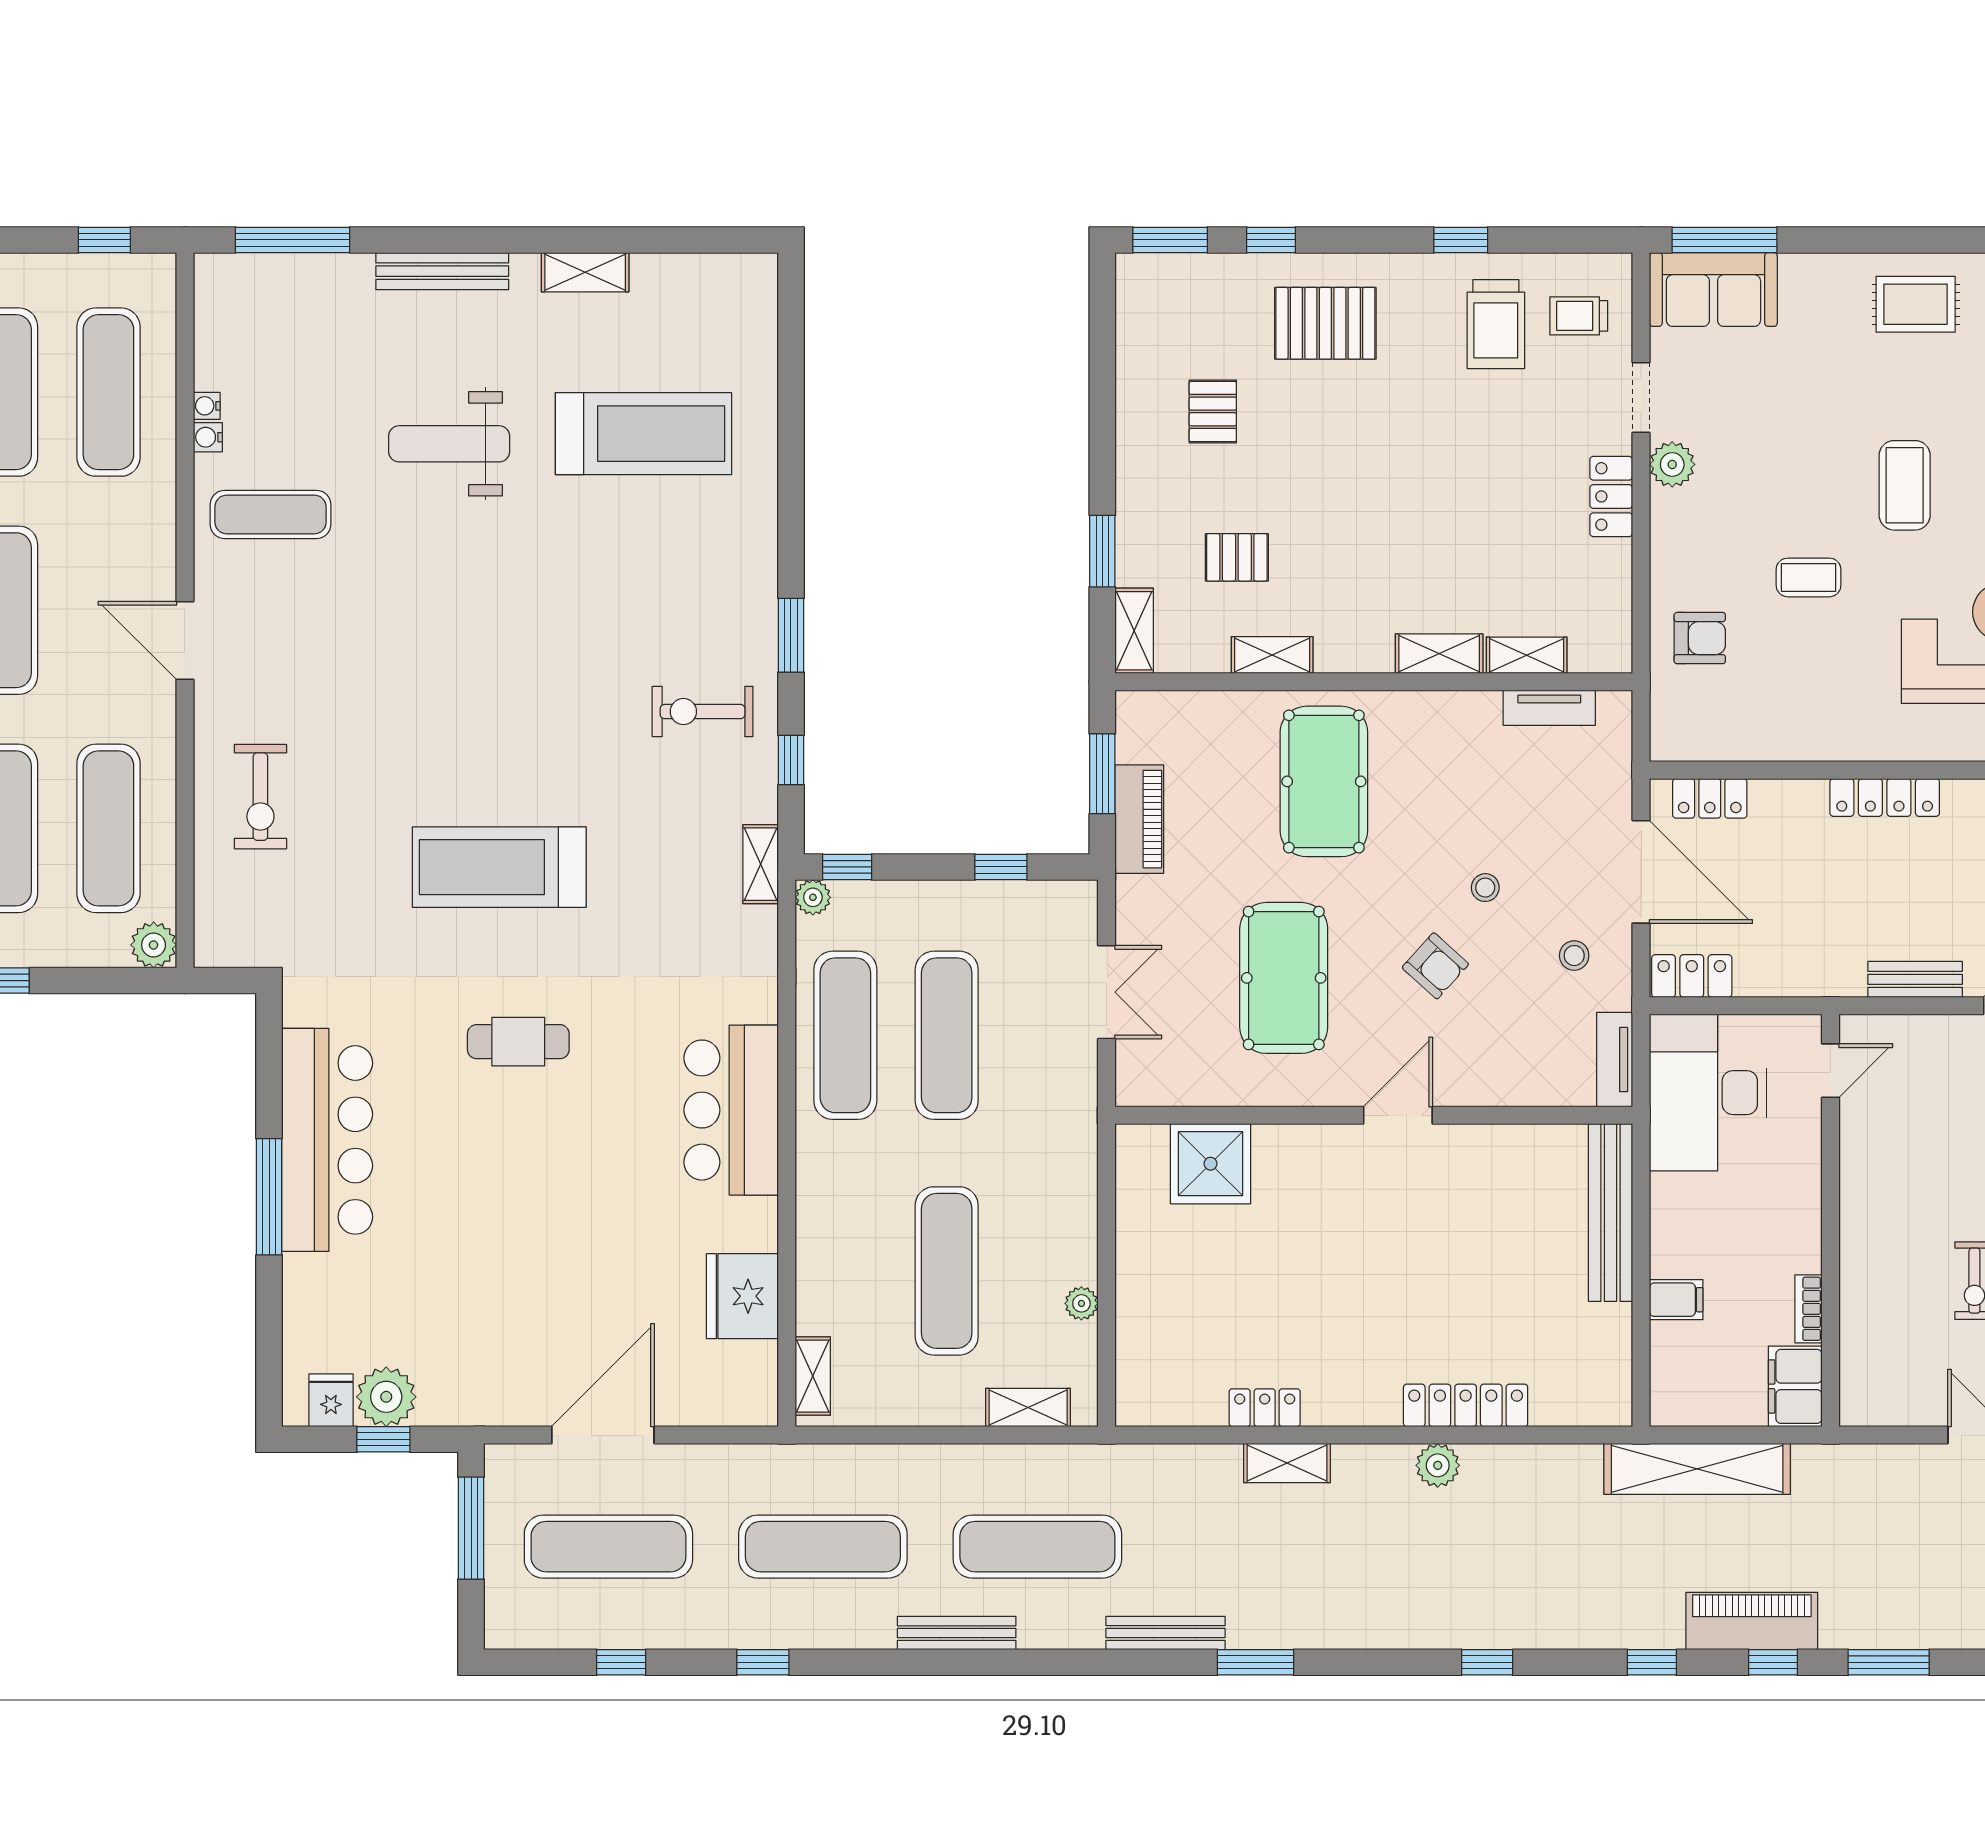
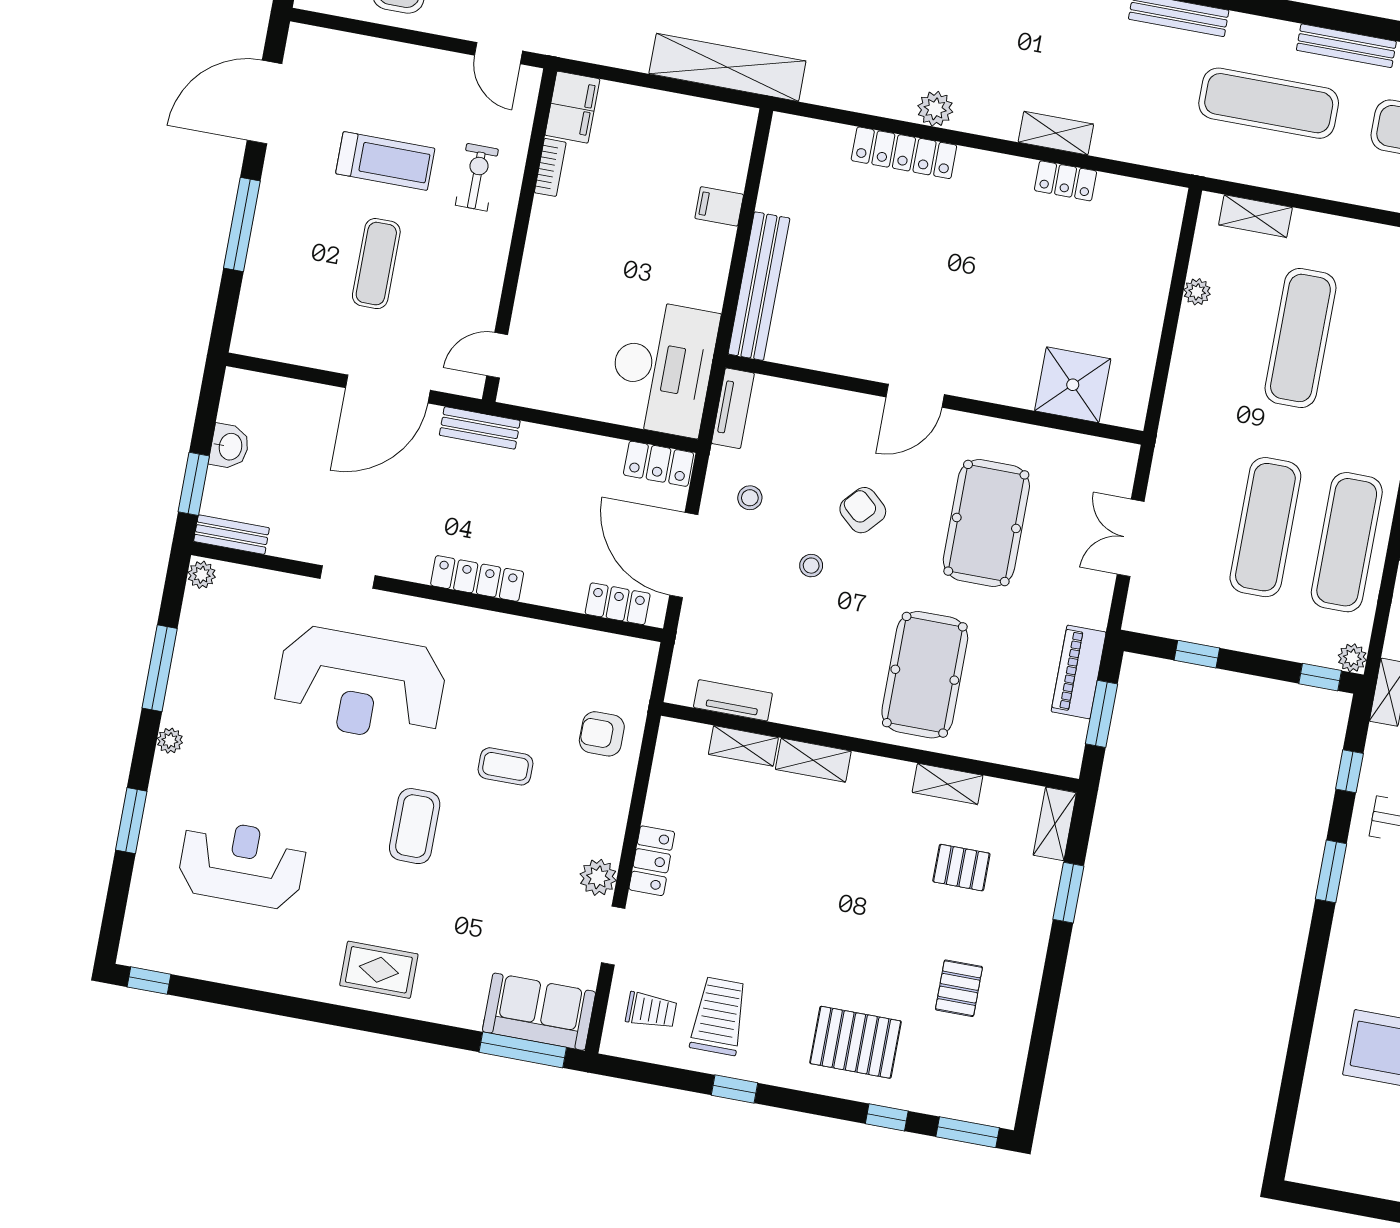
door: (1830, 1071) -> (497, 355), moved
wall: (1830, 1220) -> (519, 235), moved
bookcase: (1808, 1309) -> (550, 167), moved
filing cabinet: (1795, 1386) -> (572, 107), moved

